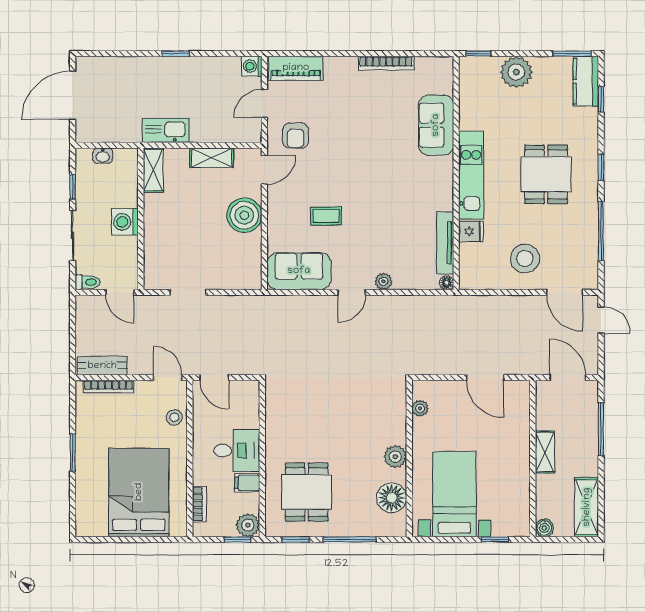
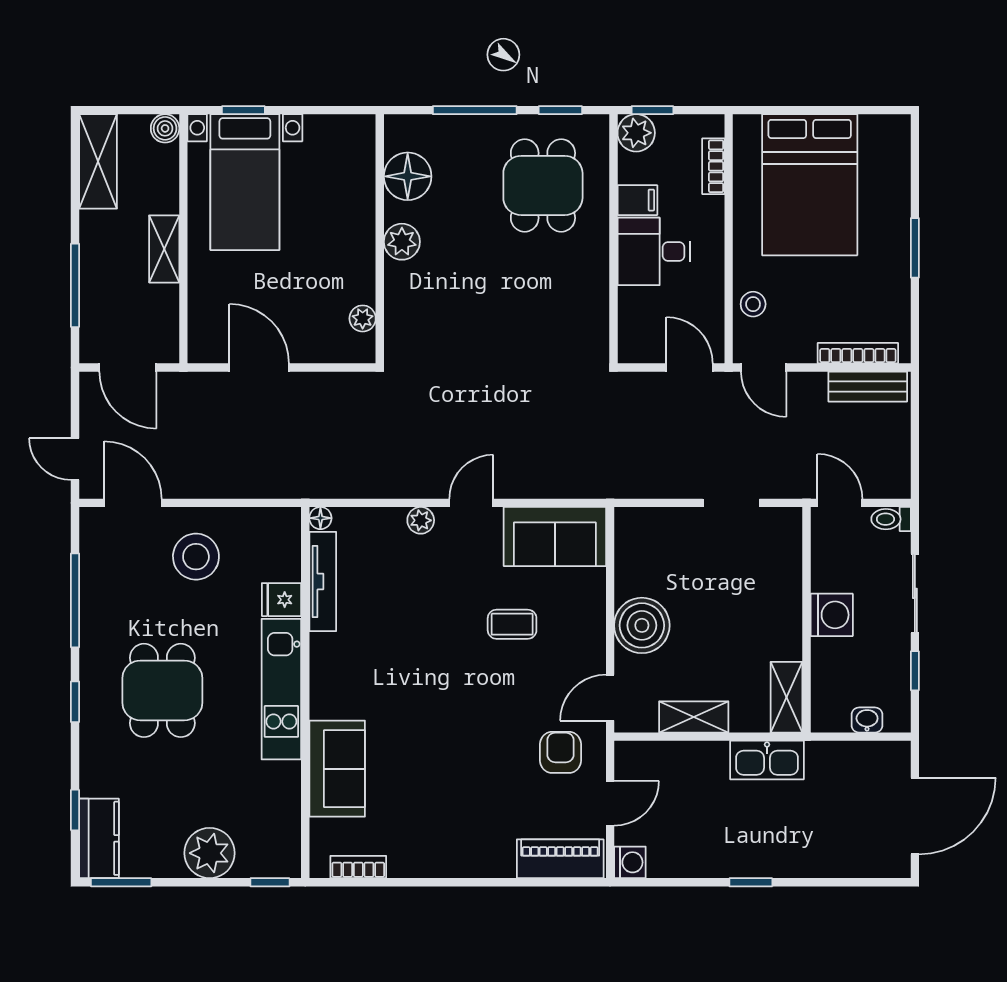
bookcase: (386, 63) -> (358, 867), moved, width x0.64
bed with nightstands: (454, 494) -> (245, 182), moved

